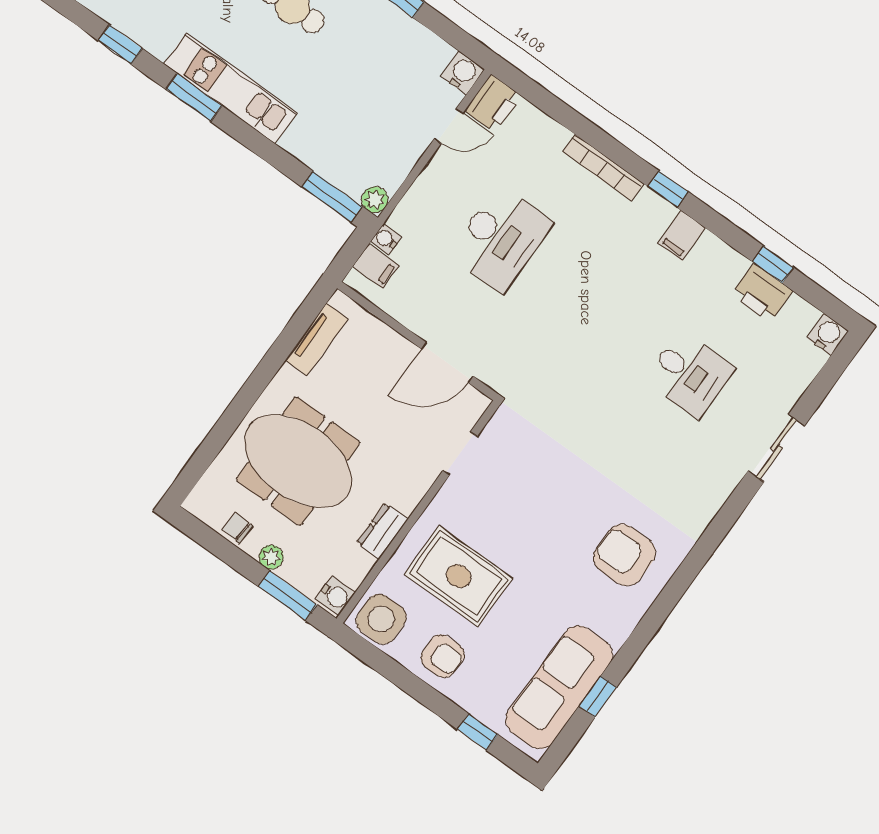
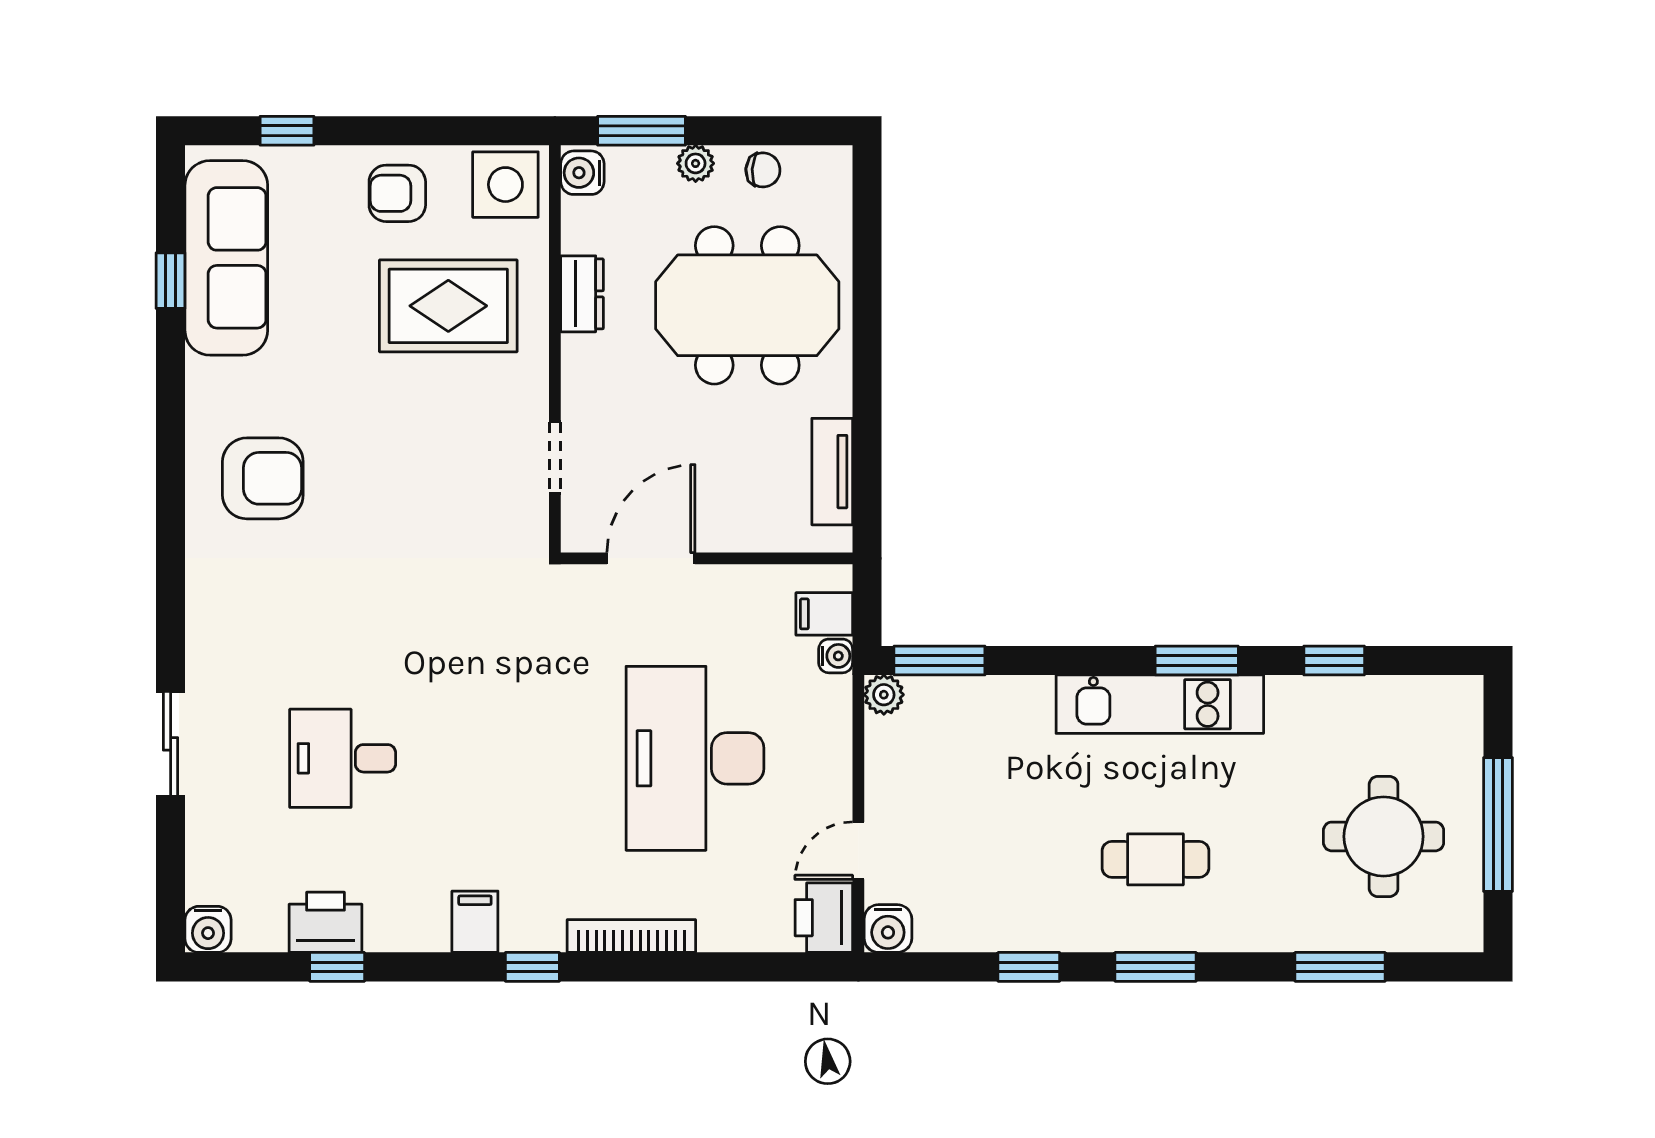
desk: (501, 238) -> (695, 758), width x1.36, depth x1.30

